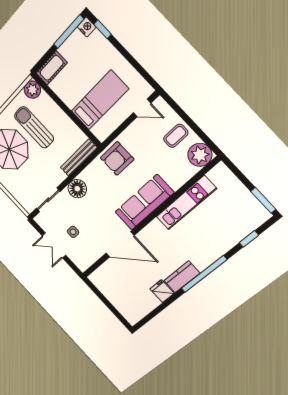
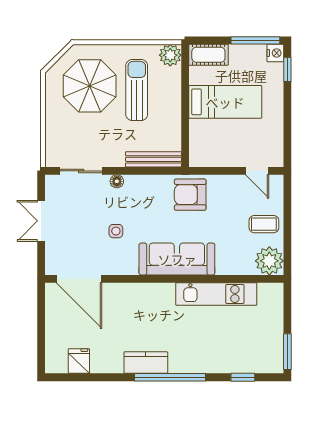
bed: (100, 100) -> (225, 102), moved
floor lamp: (77, 189) -> (117, 181), width x0.53, depth x0.53
side table: (73, 232) -> (116, 231), moved
door: (120, 244) -> (79, 279), moved
fridge: (162, 291) -> (79, 361), moved

